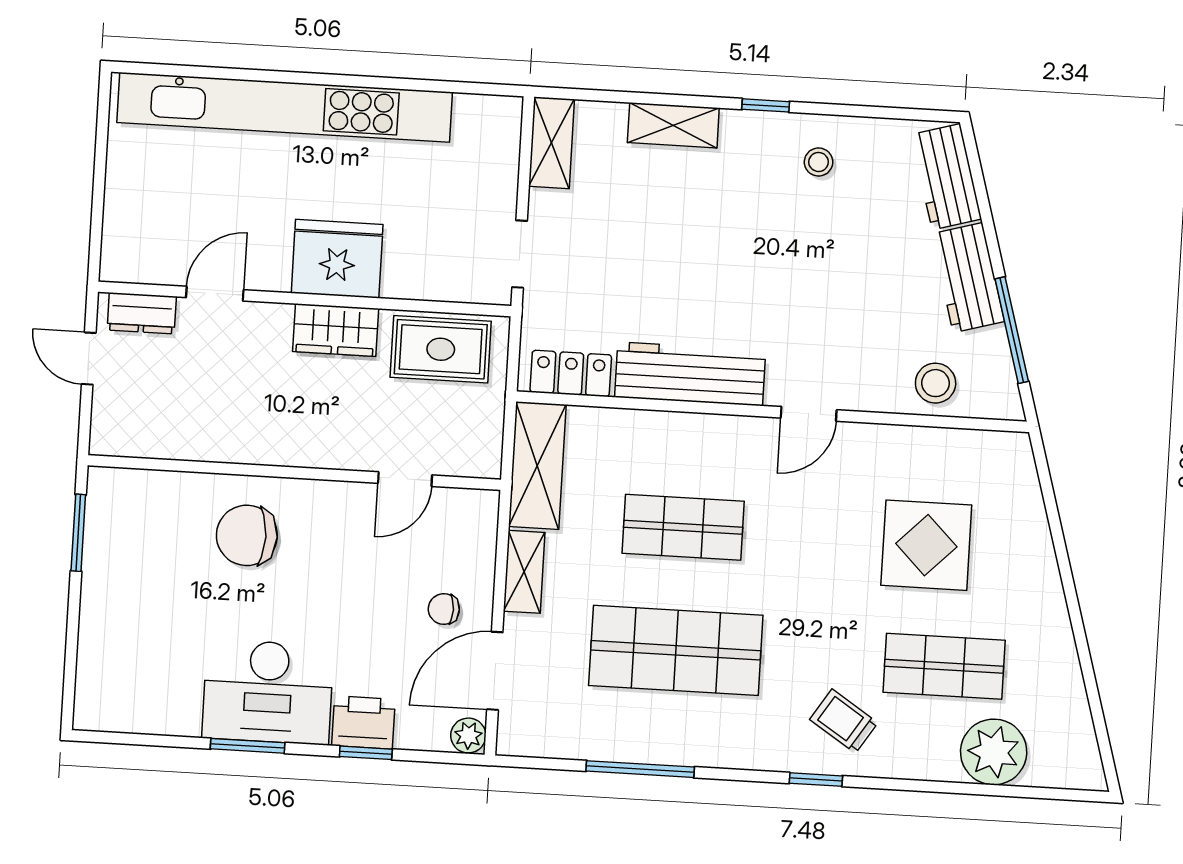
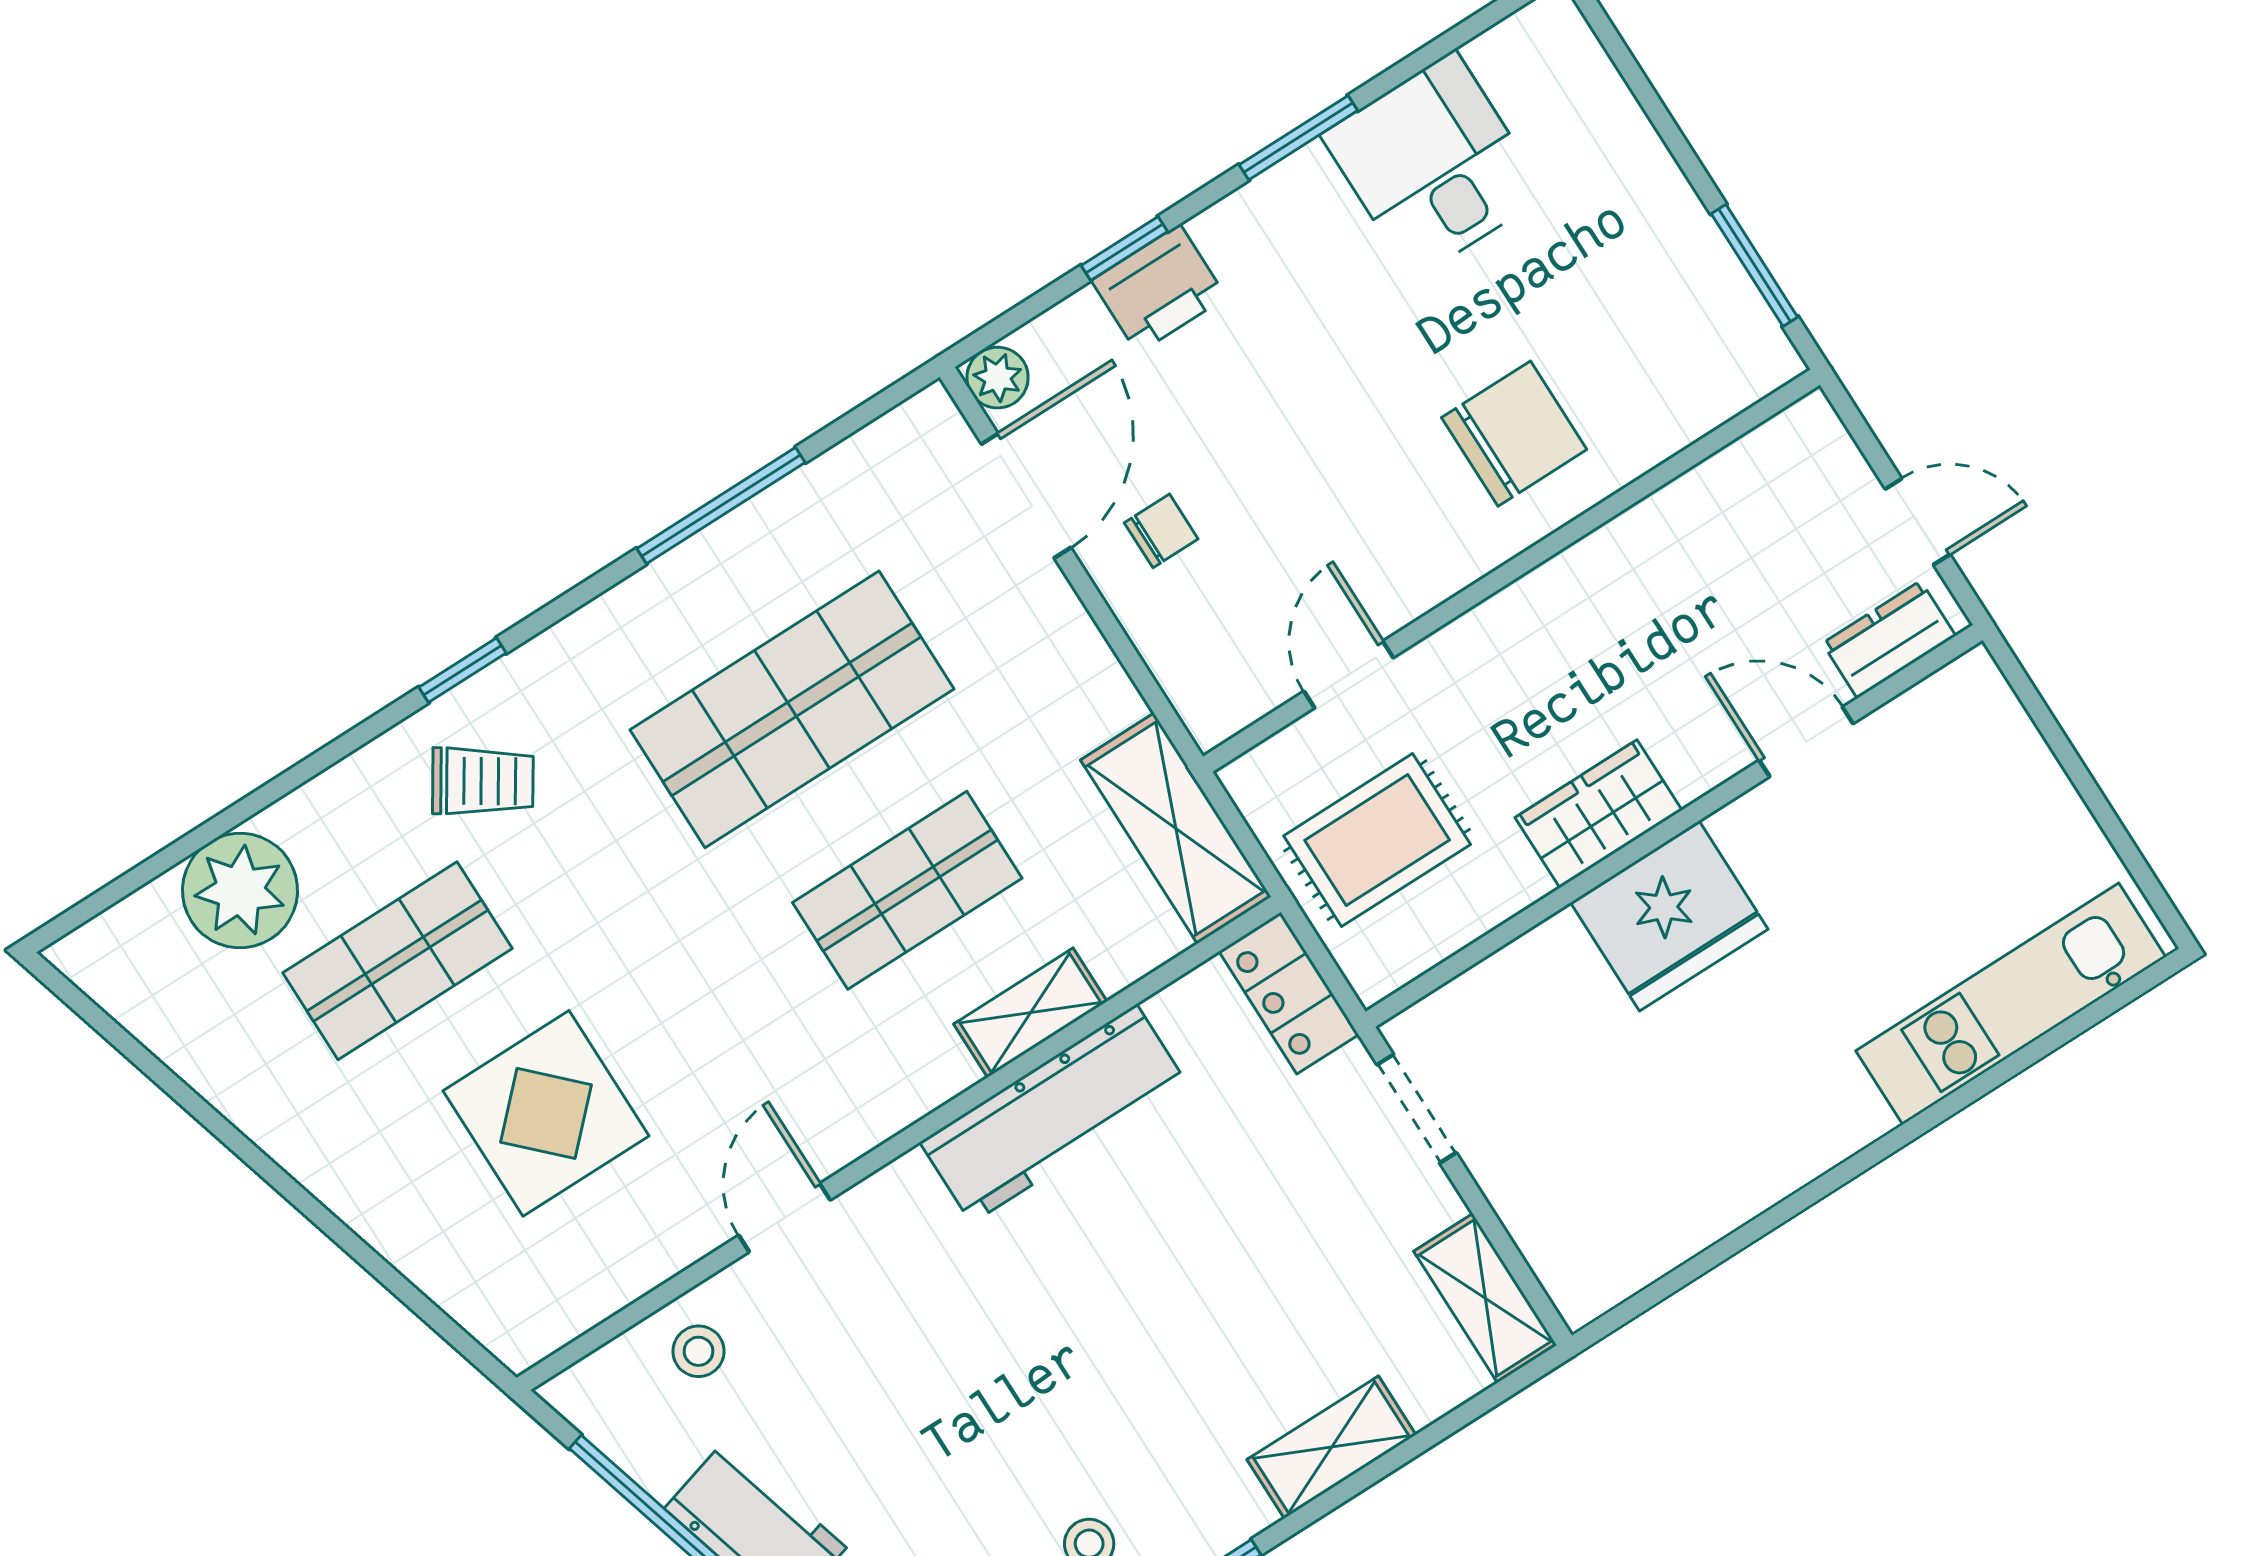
kitchen unit: (285, 107) -> (2011, 1004), width x0.54
door: (215, 294) -> (1806, 742), swing flipped
rug: (441, 349) -> (1377, 840), moved
locker: (571, 373) -> (1289, 993), moved, turned 90
stool: (936, 383) -> (698, 1351), width x0.73, depth x0.73
door: (809, 414) -> (784, 1218), moved
shelving: (524, 572) -> (1030, 1013), moved, turned 90
desk: (268, 692) -> (1434, 165), moved, width x0.73

